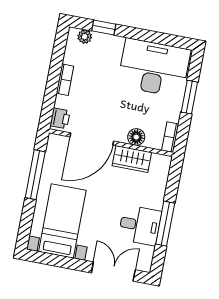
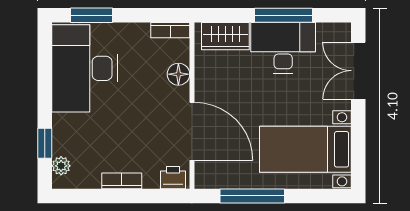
window: (189, 97) -> (91, 15), moved
wardrobe: (132, 159) -> (225, 36), moved, turned 90
desk: (140, 225) -> (283, 48), width x1.37

